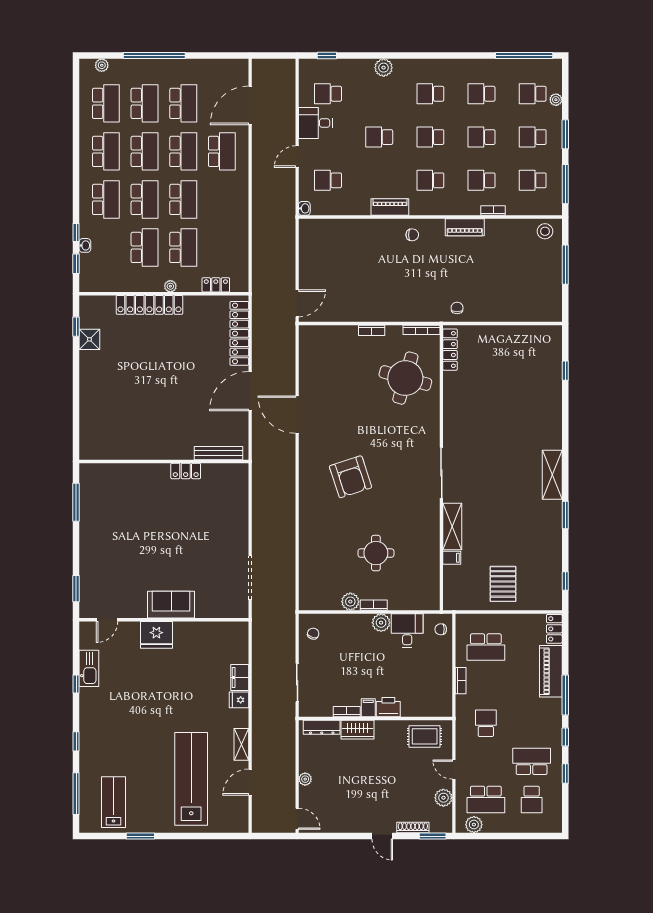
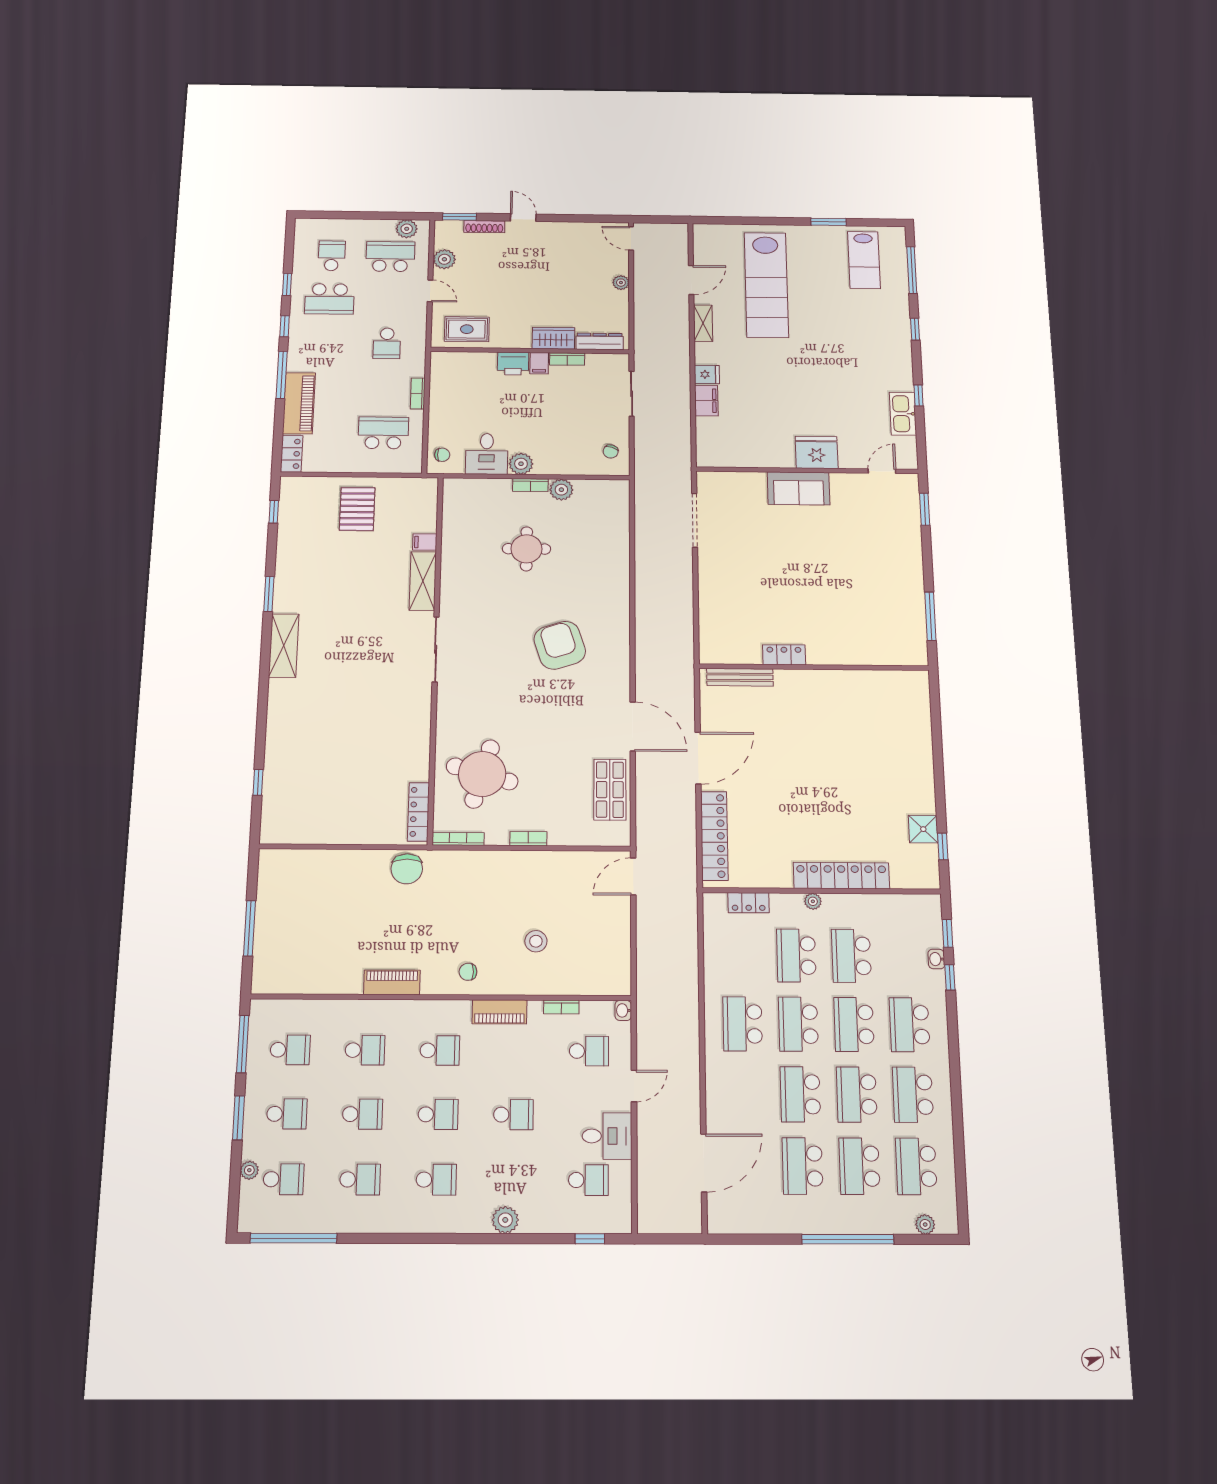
school desk: (222, 151) -> (743, 1024), moved
bookcase: (493, 211) -> (561, 1007), moved
stool: (545, 231) -> (536, 941), moved
chair: (457, 308) -> (407, 869), width x1.87, depth x1.87
shop shelf: (314, 367) -> (610, 790), added

